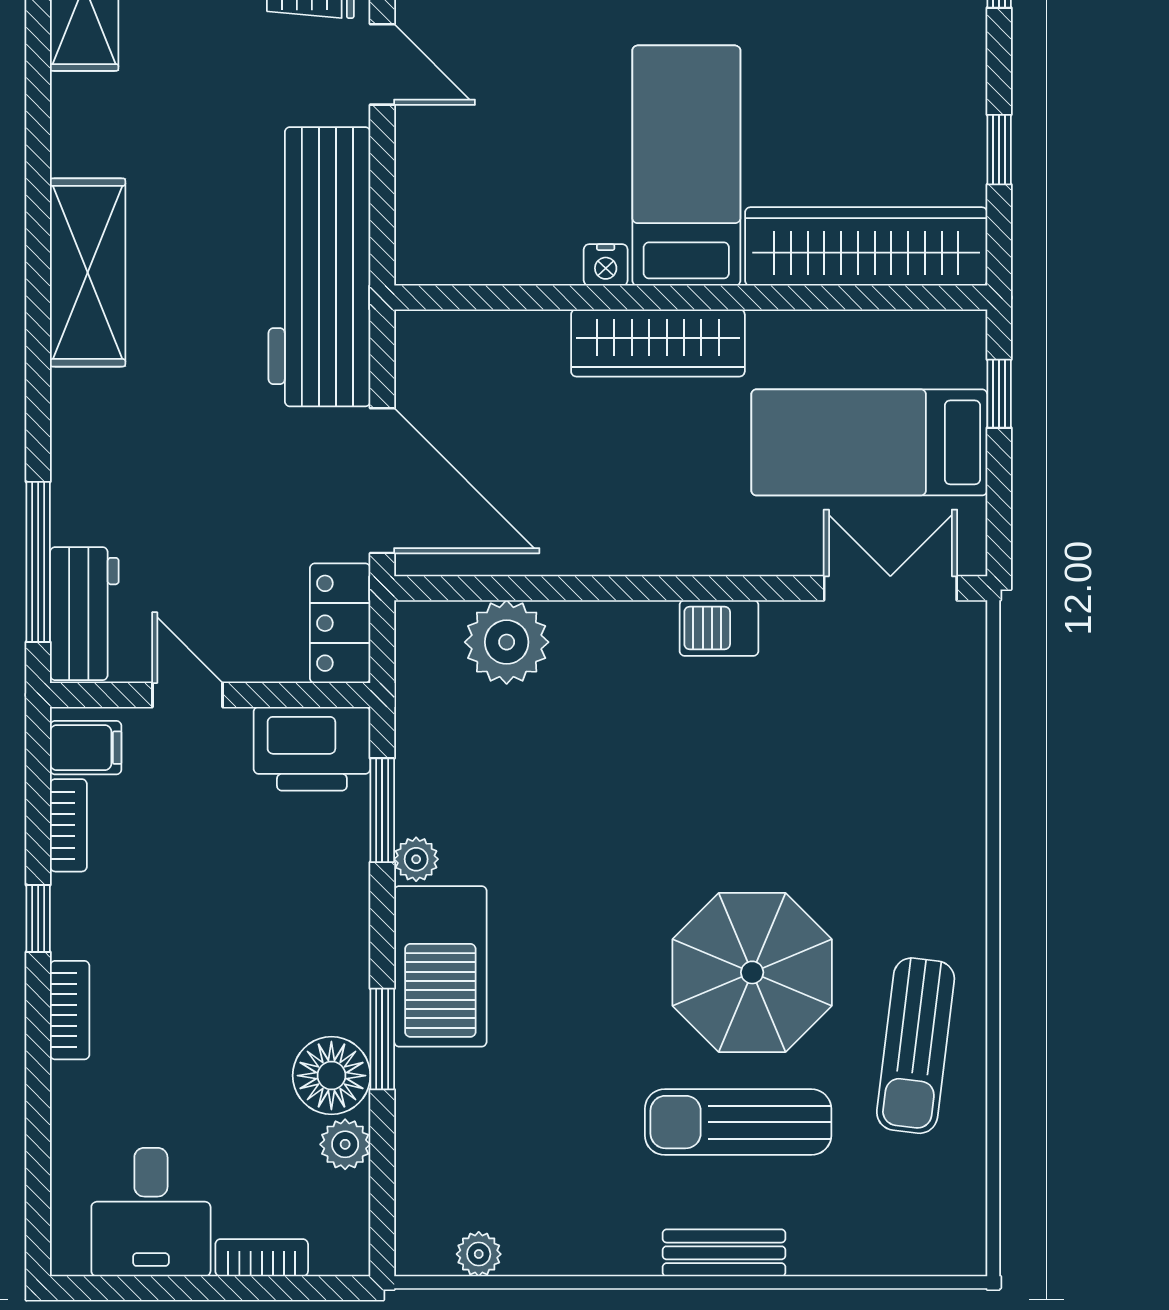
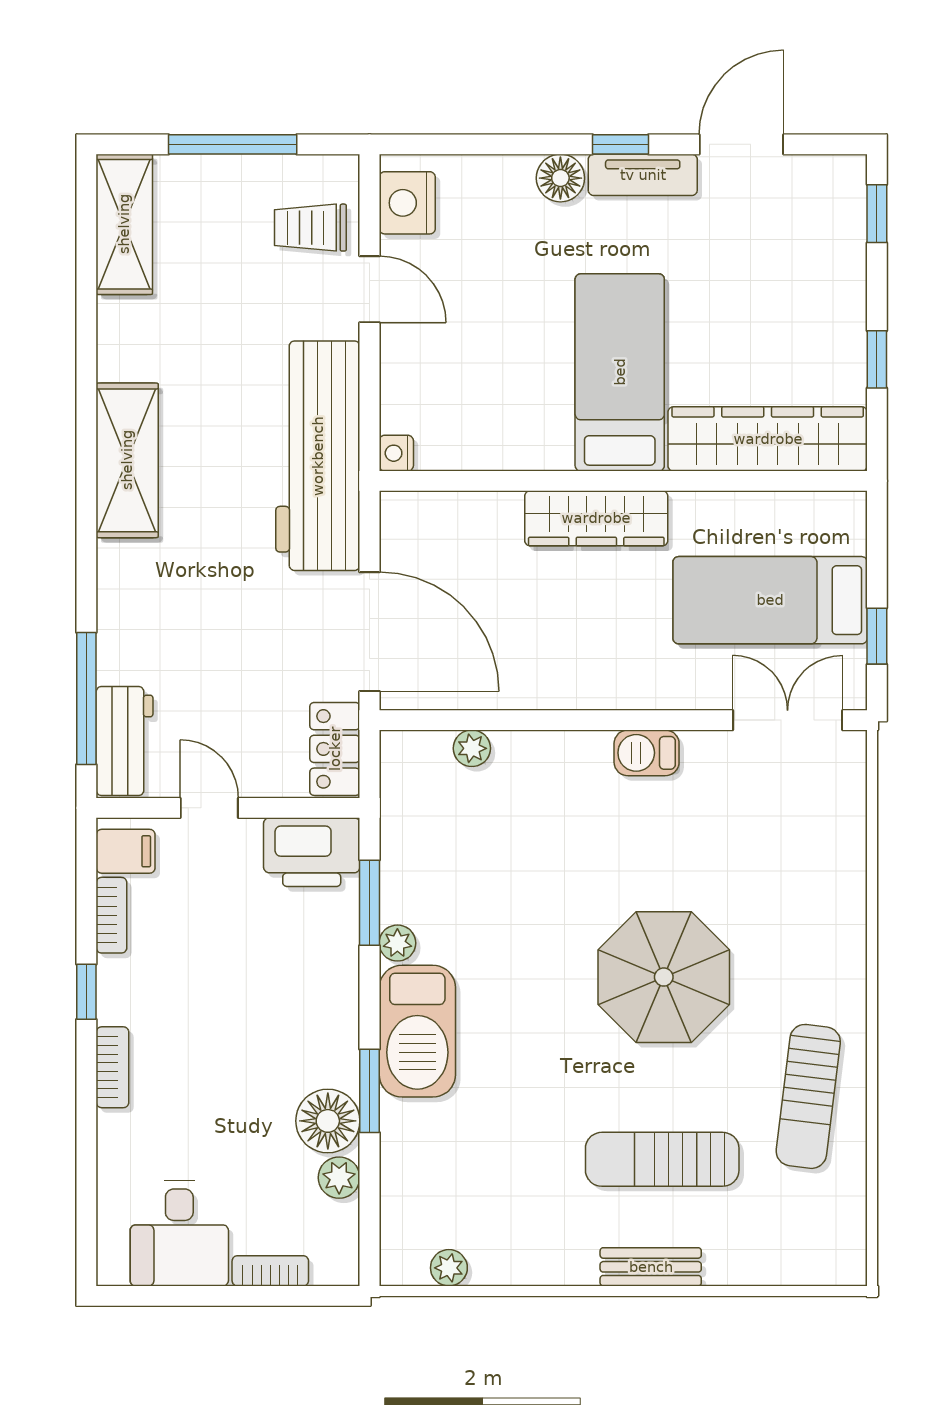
nightstand: (606, 265) -> (396, 453), moved, turned 90
window: (999, 394) -> (877, 636), moved
plant: (507, 642) -> (472, 748), width x0.53, depth x0.53
parasol: (752, 972) -> (664, 977), moved

